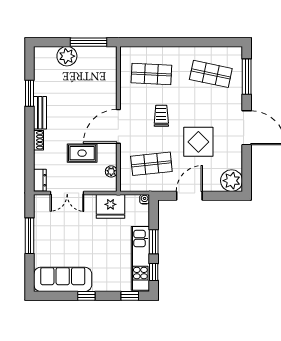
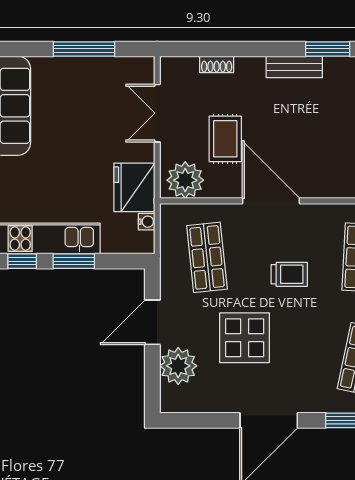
shoe rack: (39, 140) -> (217, 64), moved
plant: (111, 171) -> (185, 180), width x1.87, depth x1.87
dresser: (40, 180) -> (179, 67), removed
plant: (232, 181) -> (178, 366), moved
door: (189, 196) -> (152, 322), swing flipped
water cooler: (145, 199) -> (147, 222), moved

